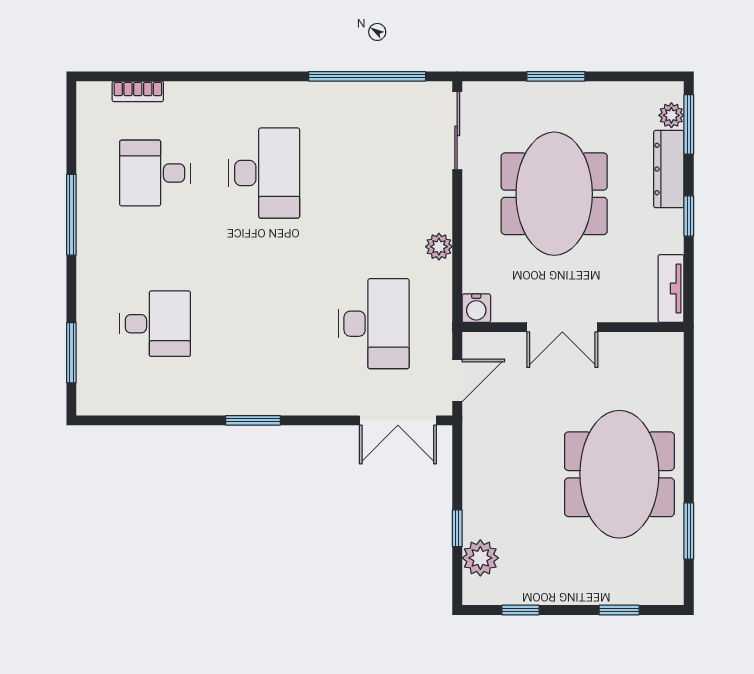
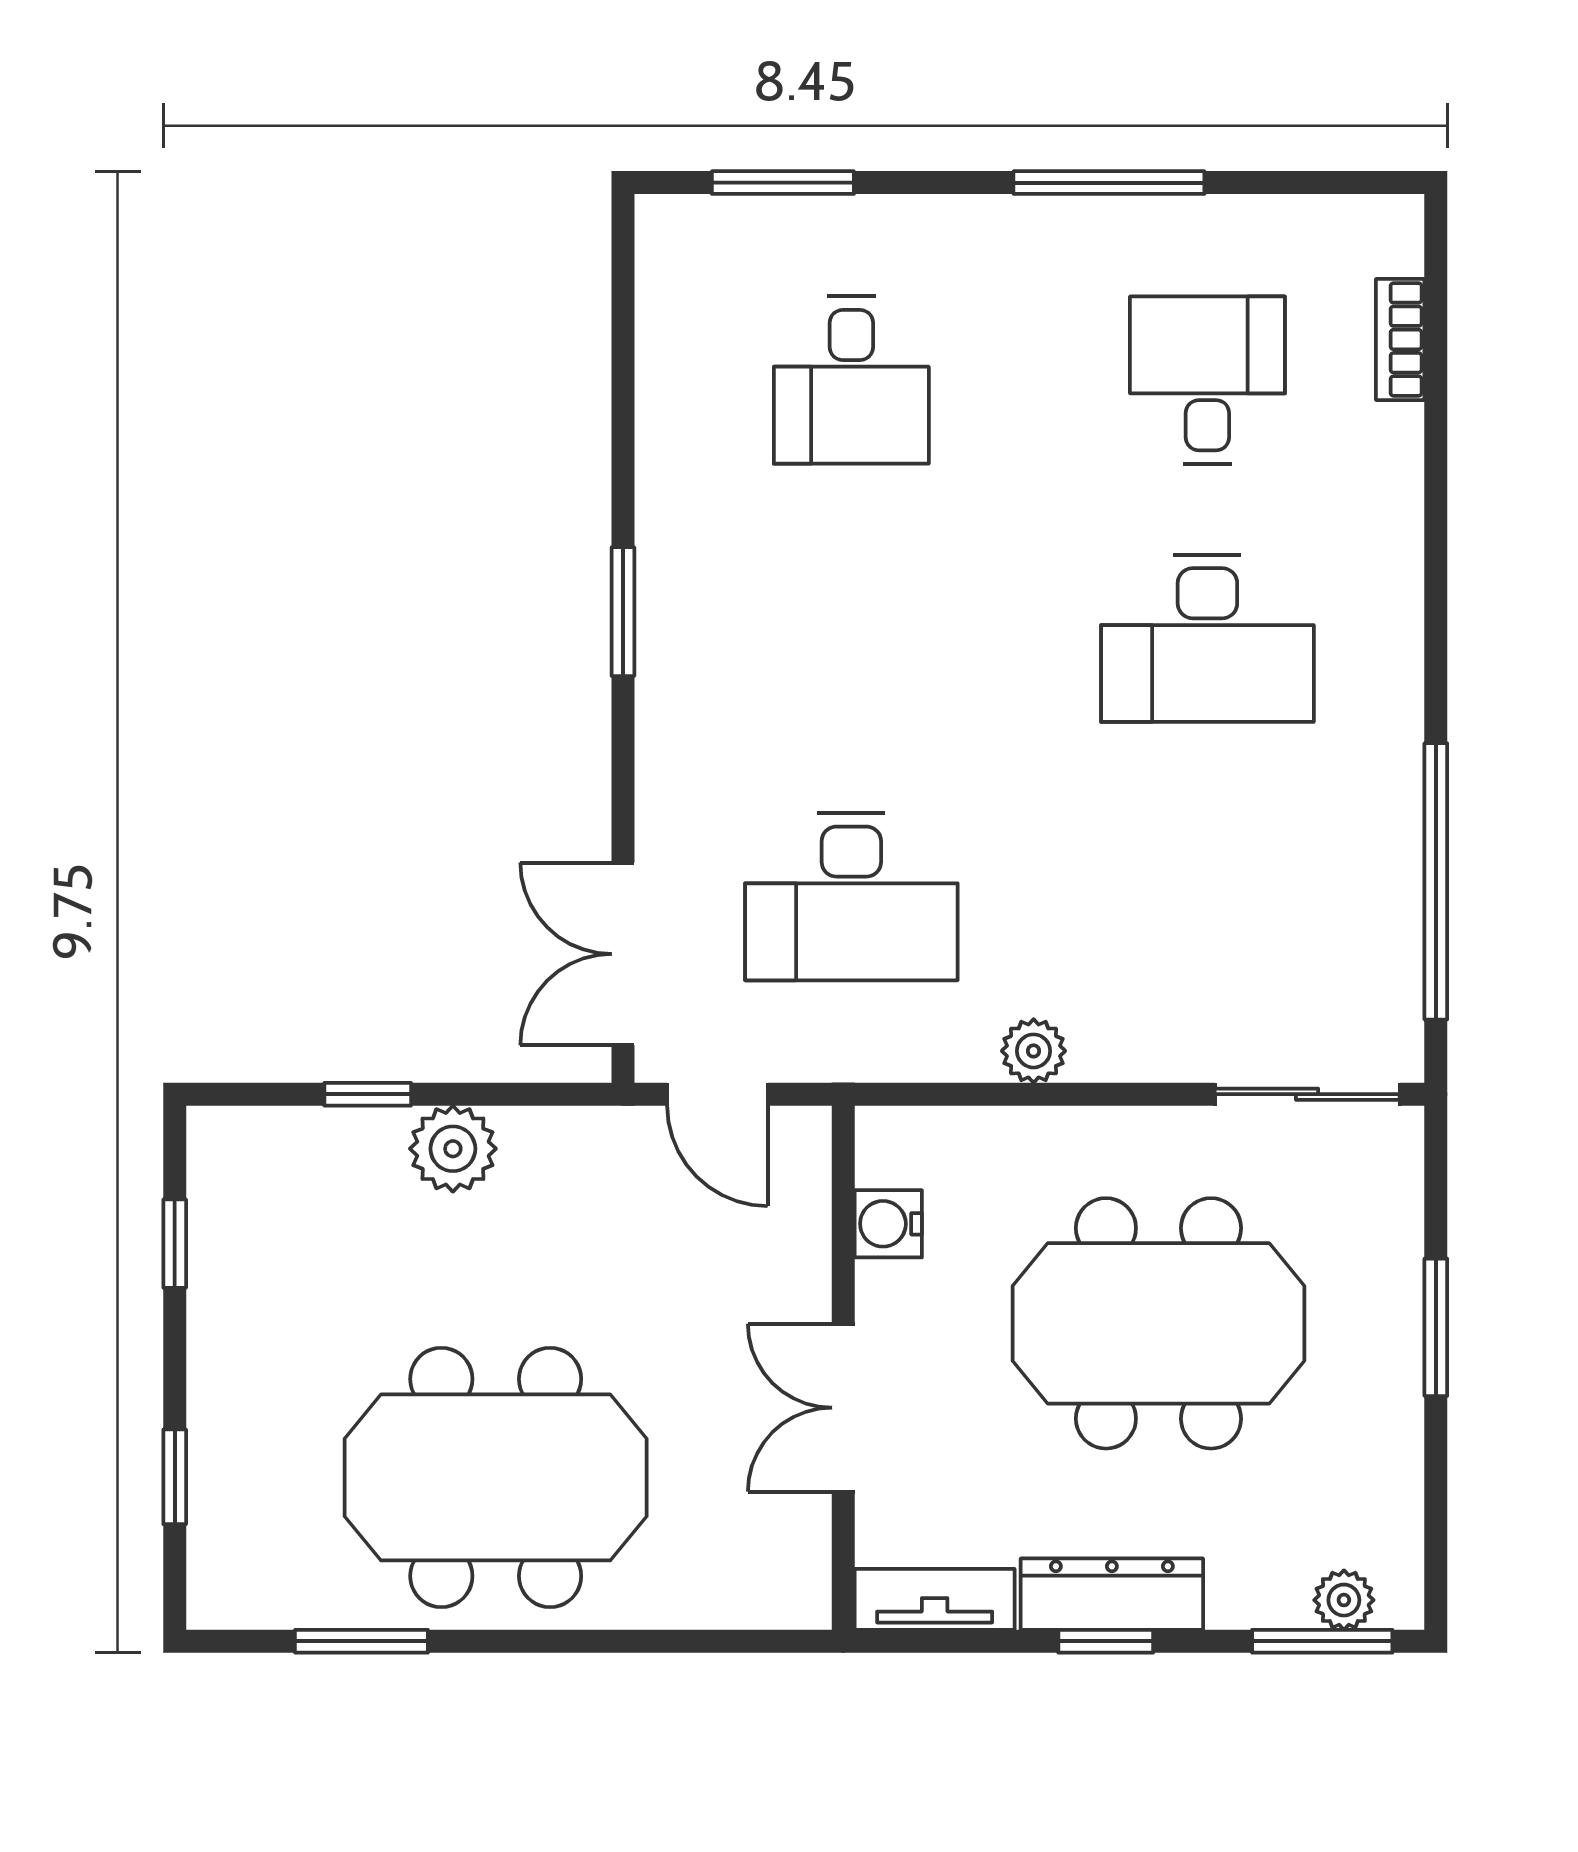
dresser: (669, 169) -> (1112, 1594), moved
water cooler: (476, 308) -> (888, 1224), moved
double door: (562, 327) -> (843, 1408), moved
plant: (480, 558) -> (453, 1149), moved

